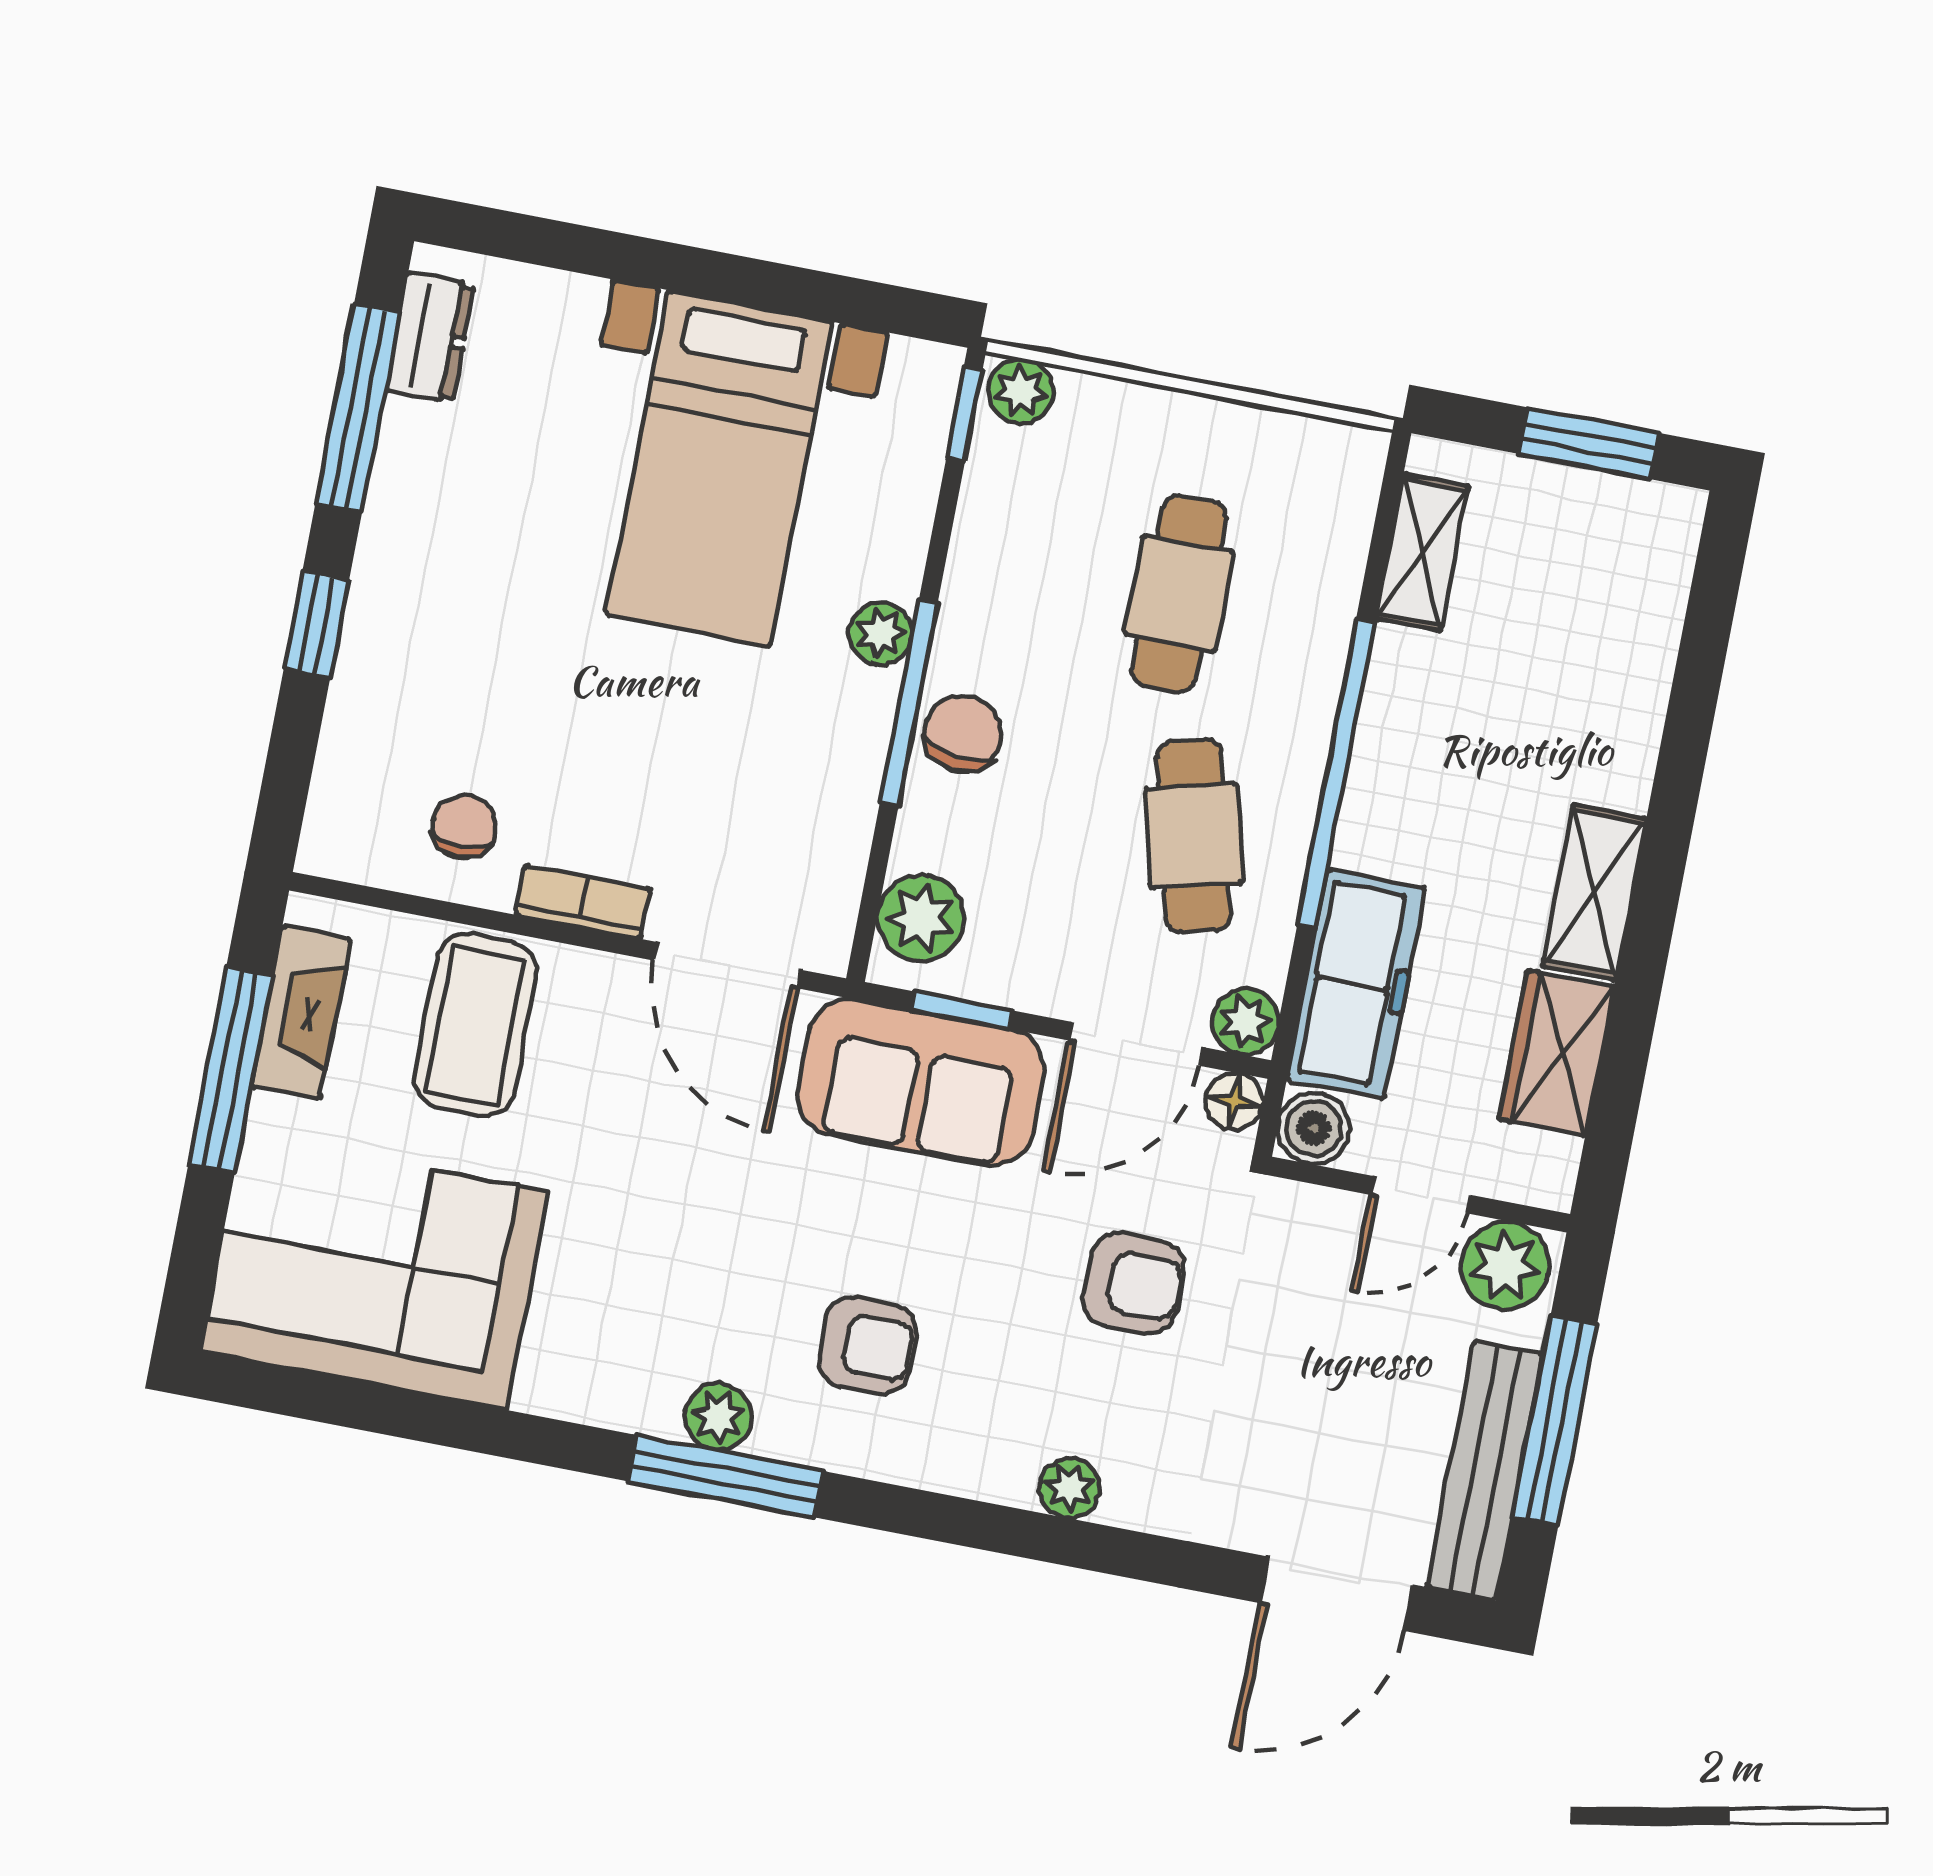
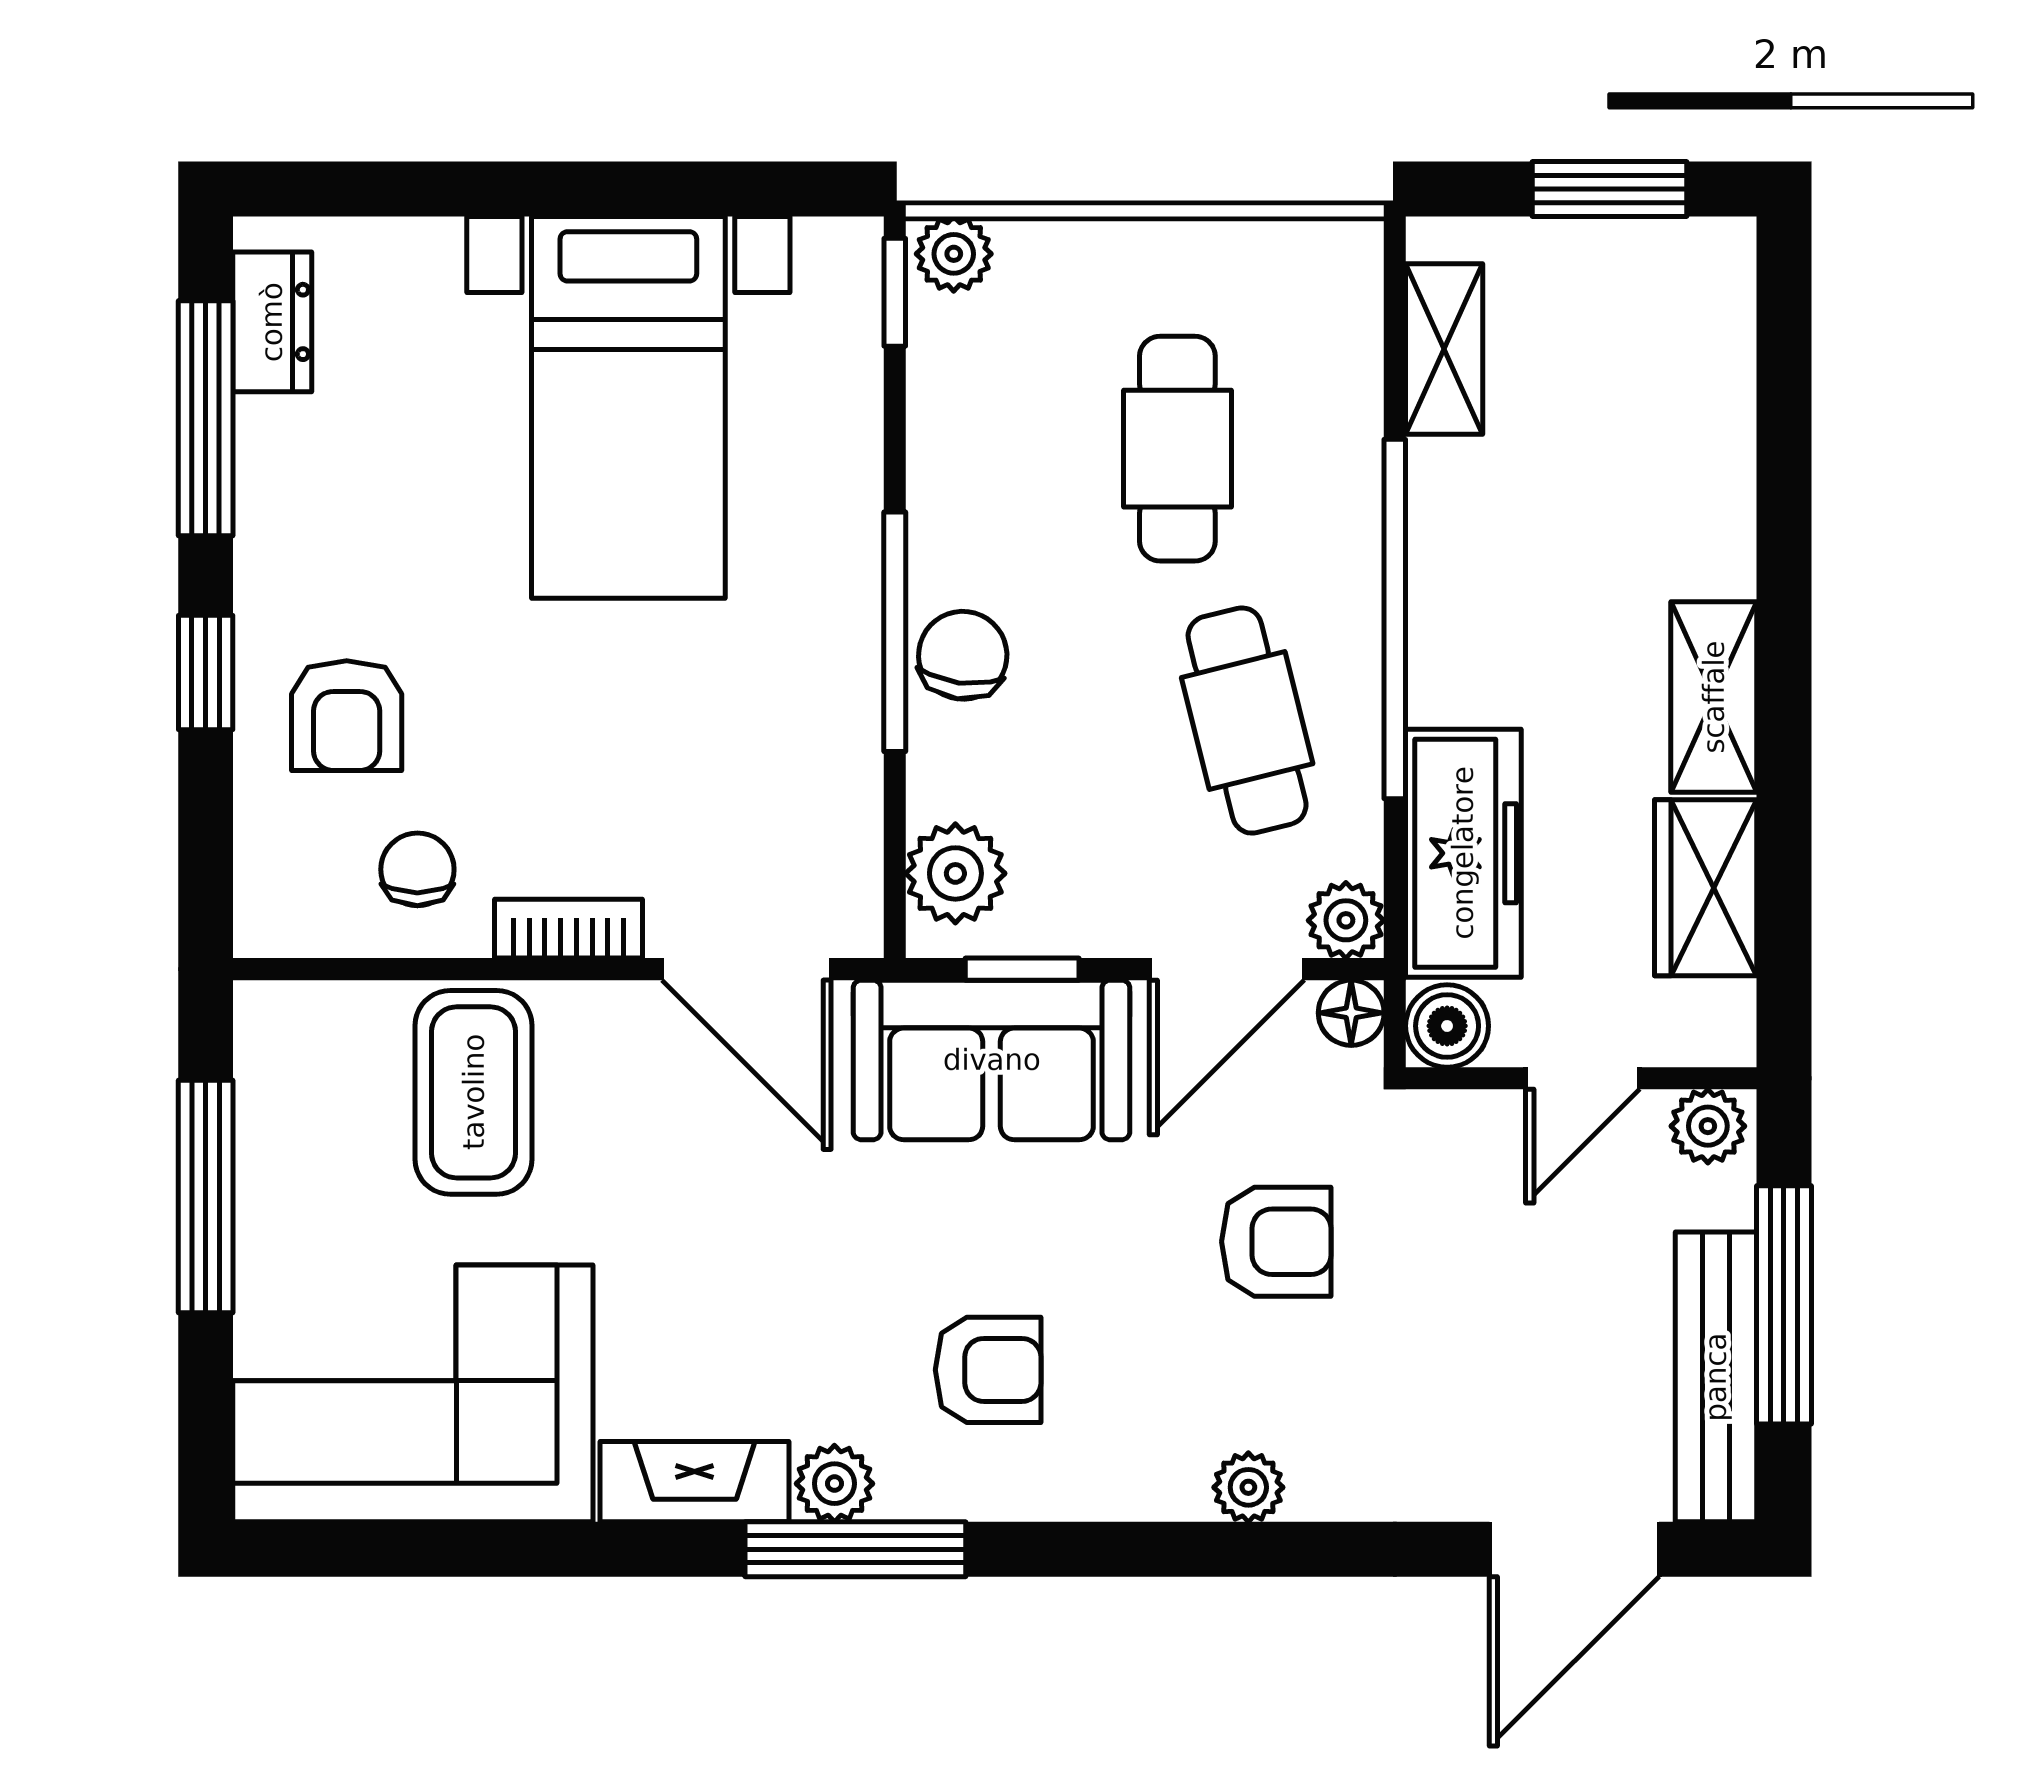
plant: (881, 633) -> (848, 559), removed
armchair: (429, 684) -> (347, 716), added
fireplace: (301, 1012) -> (695, 1482), moved, turned -90
plant: (1505, 1266) -> (1708, 1126), width x0.73, depth x0.73

